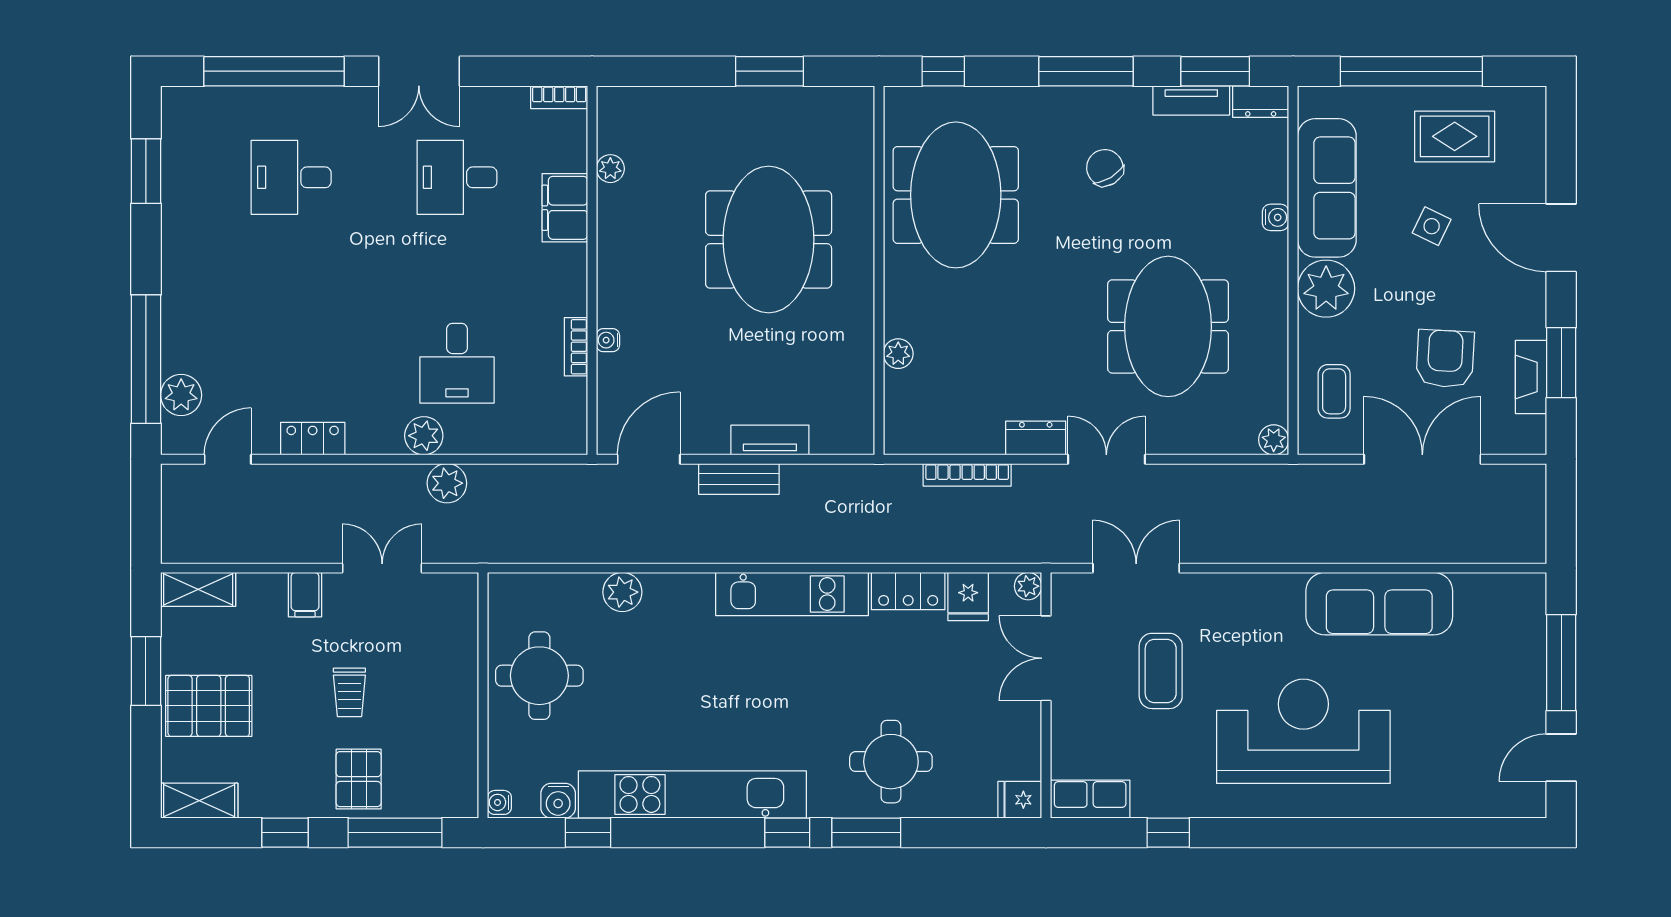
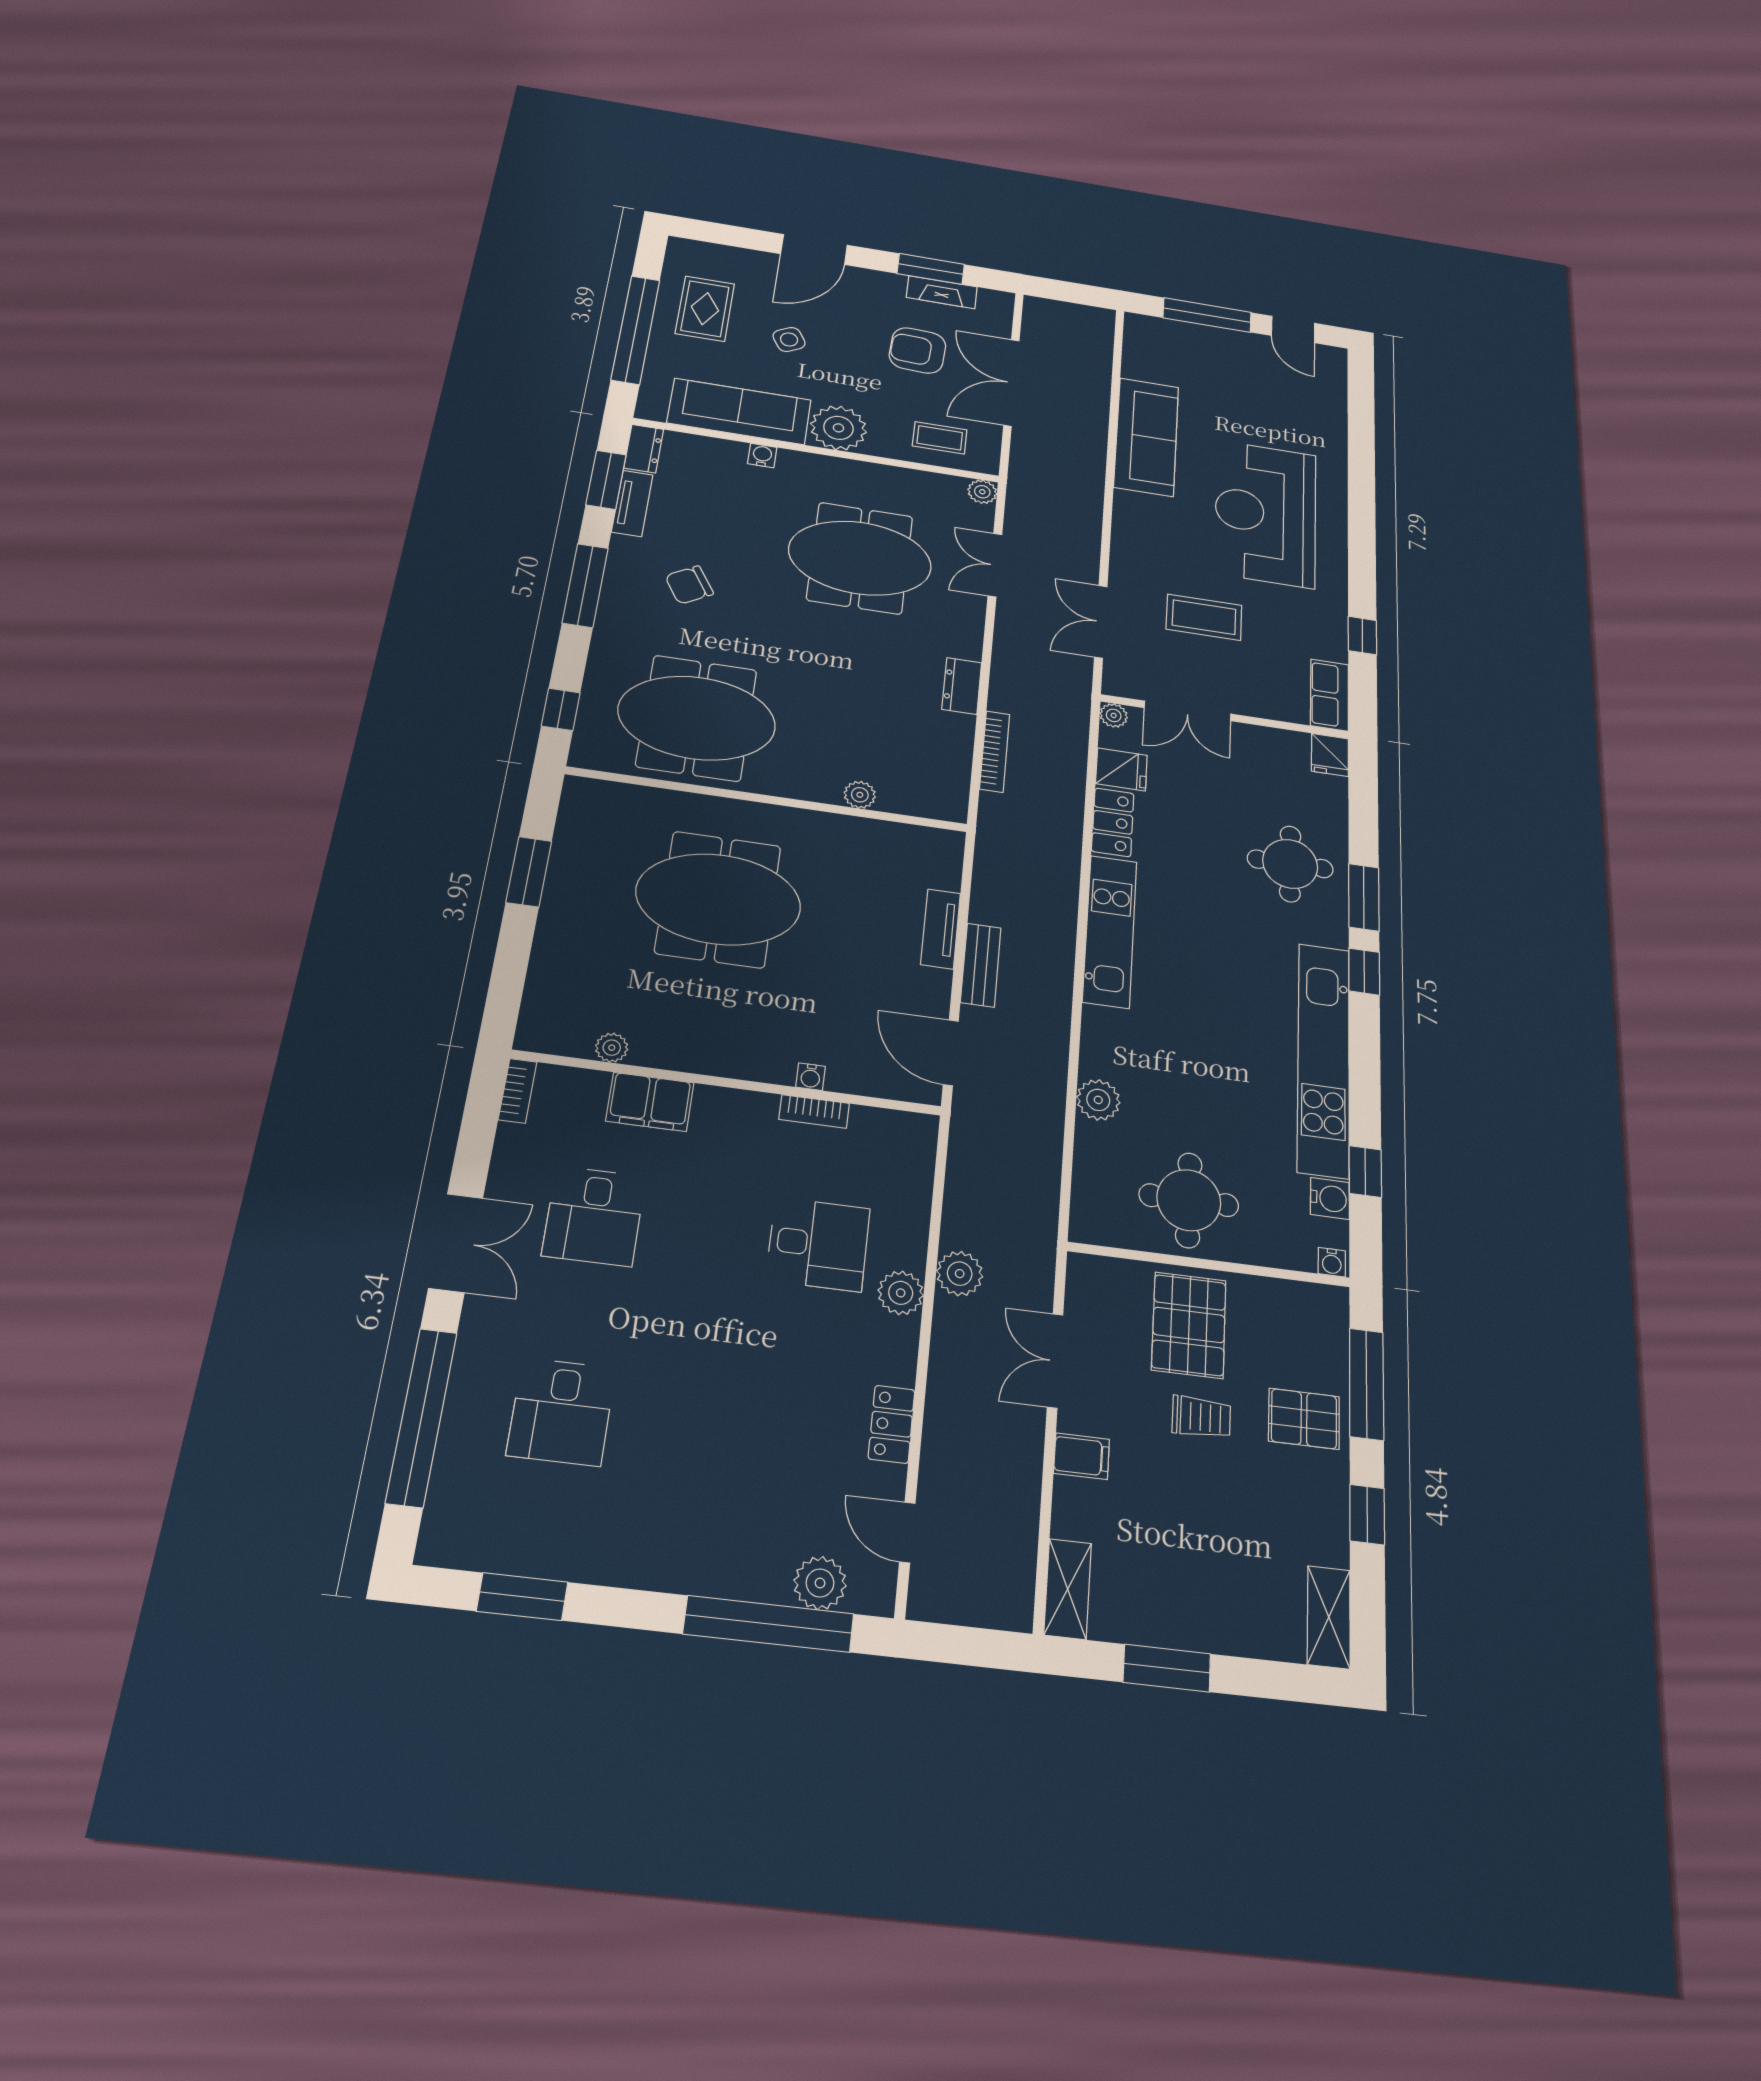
side table: (1432, 226) -> (789, 339), turned 34
double door: (1106, 459) -> (995, 565), moved
pallet: (209, 706) -> (1189, 1325), moved

